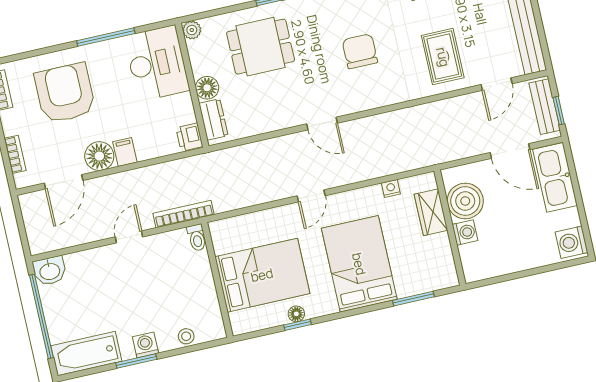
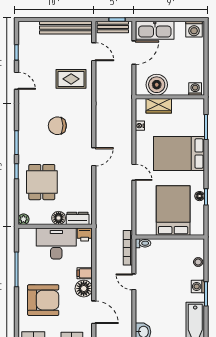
desk: (157, 63) -> (56, 244), moved
armchair: (65, 93) -> (43, 300), turned 180
washing machine: (465, 232) -> (195, 89), moved

